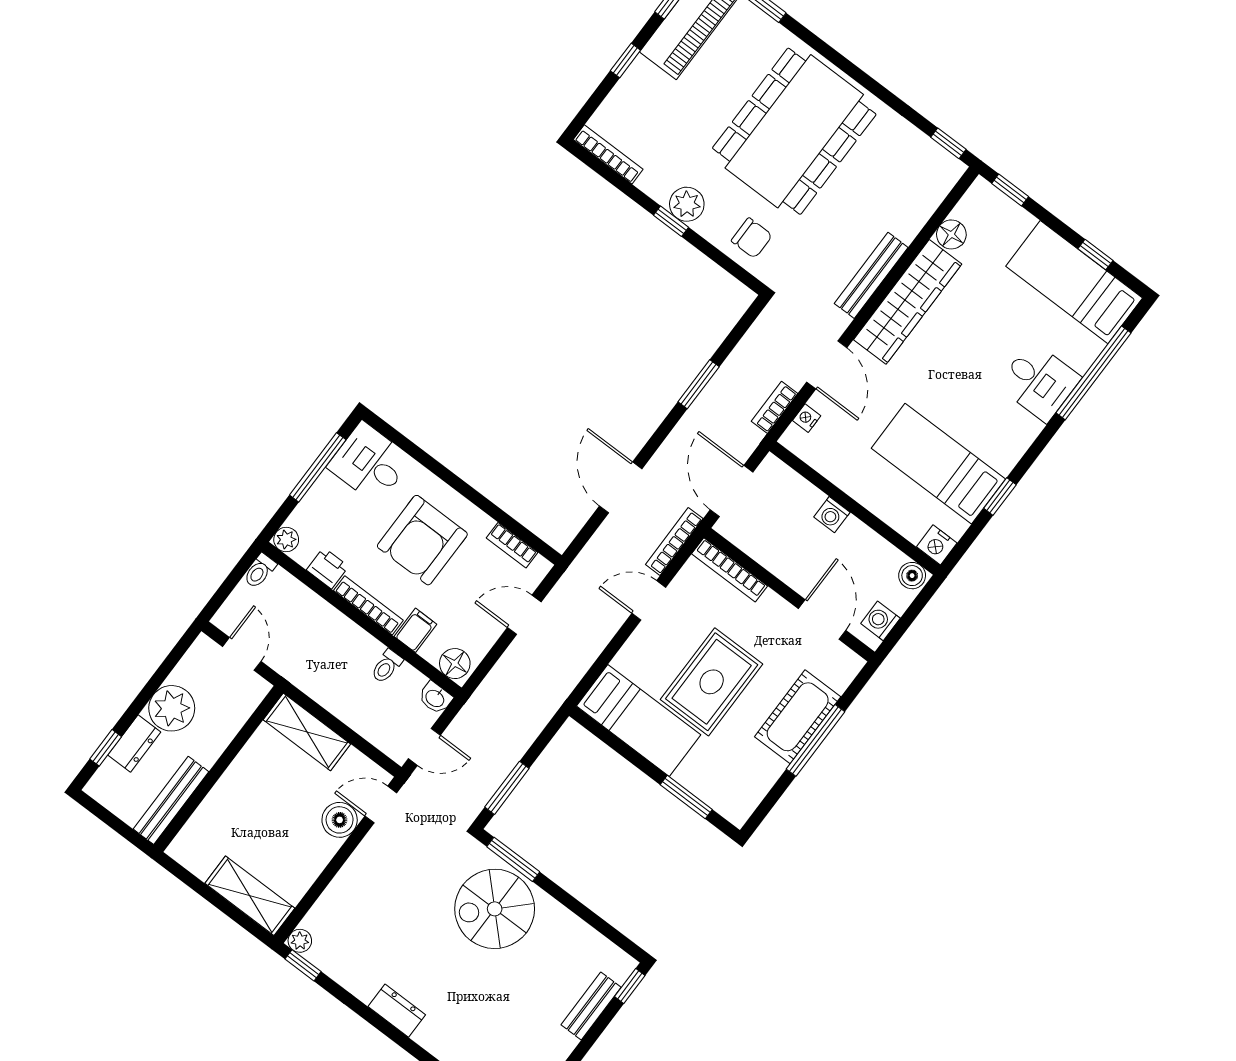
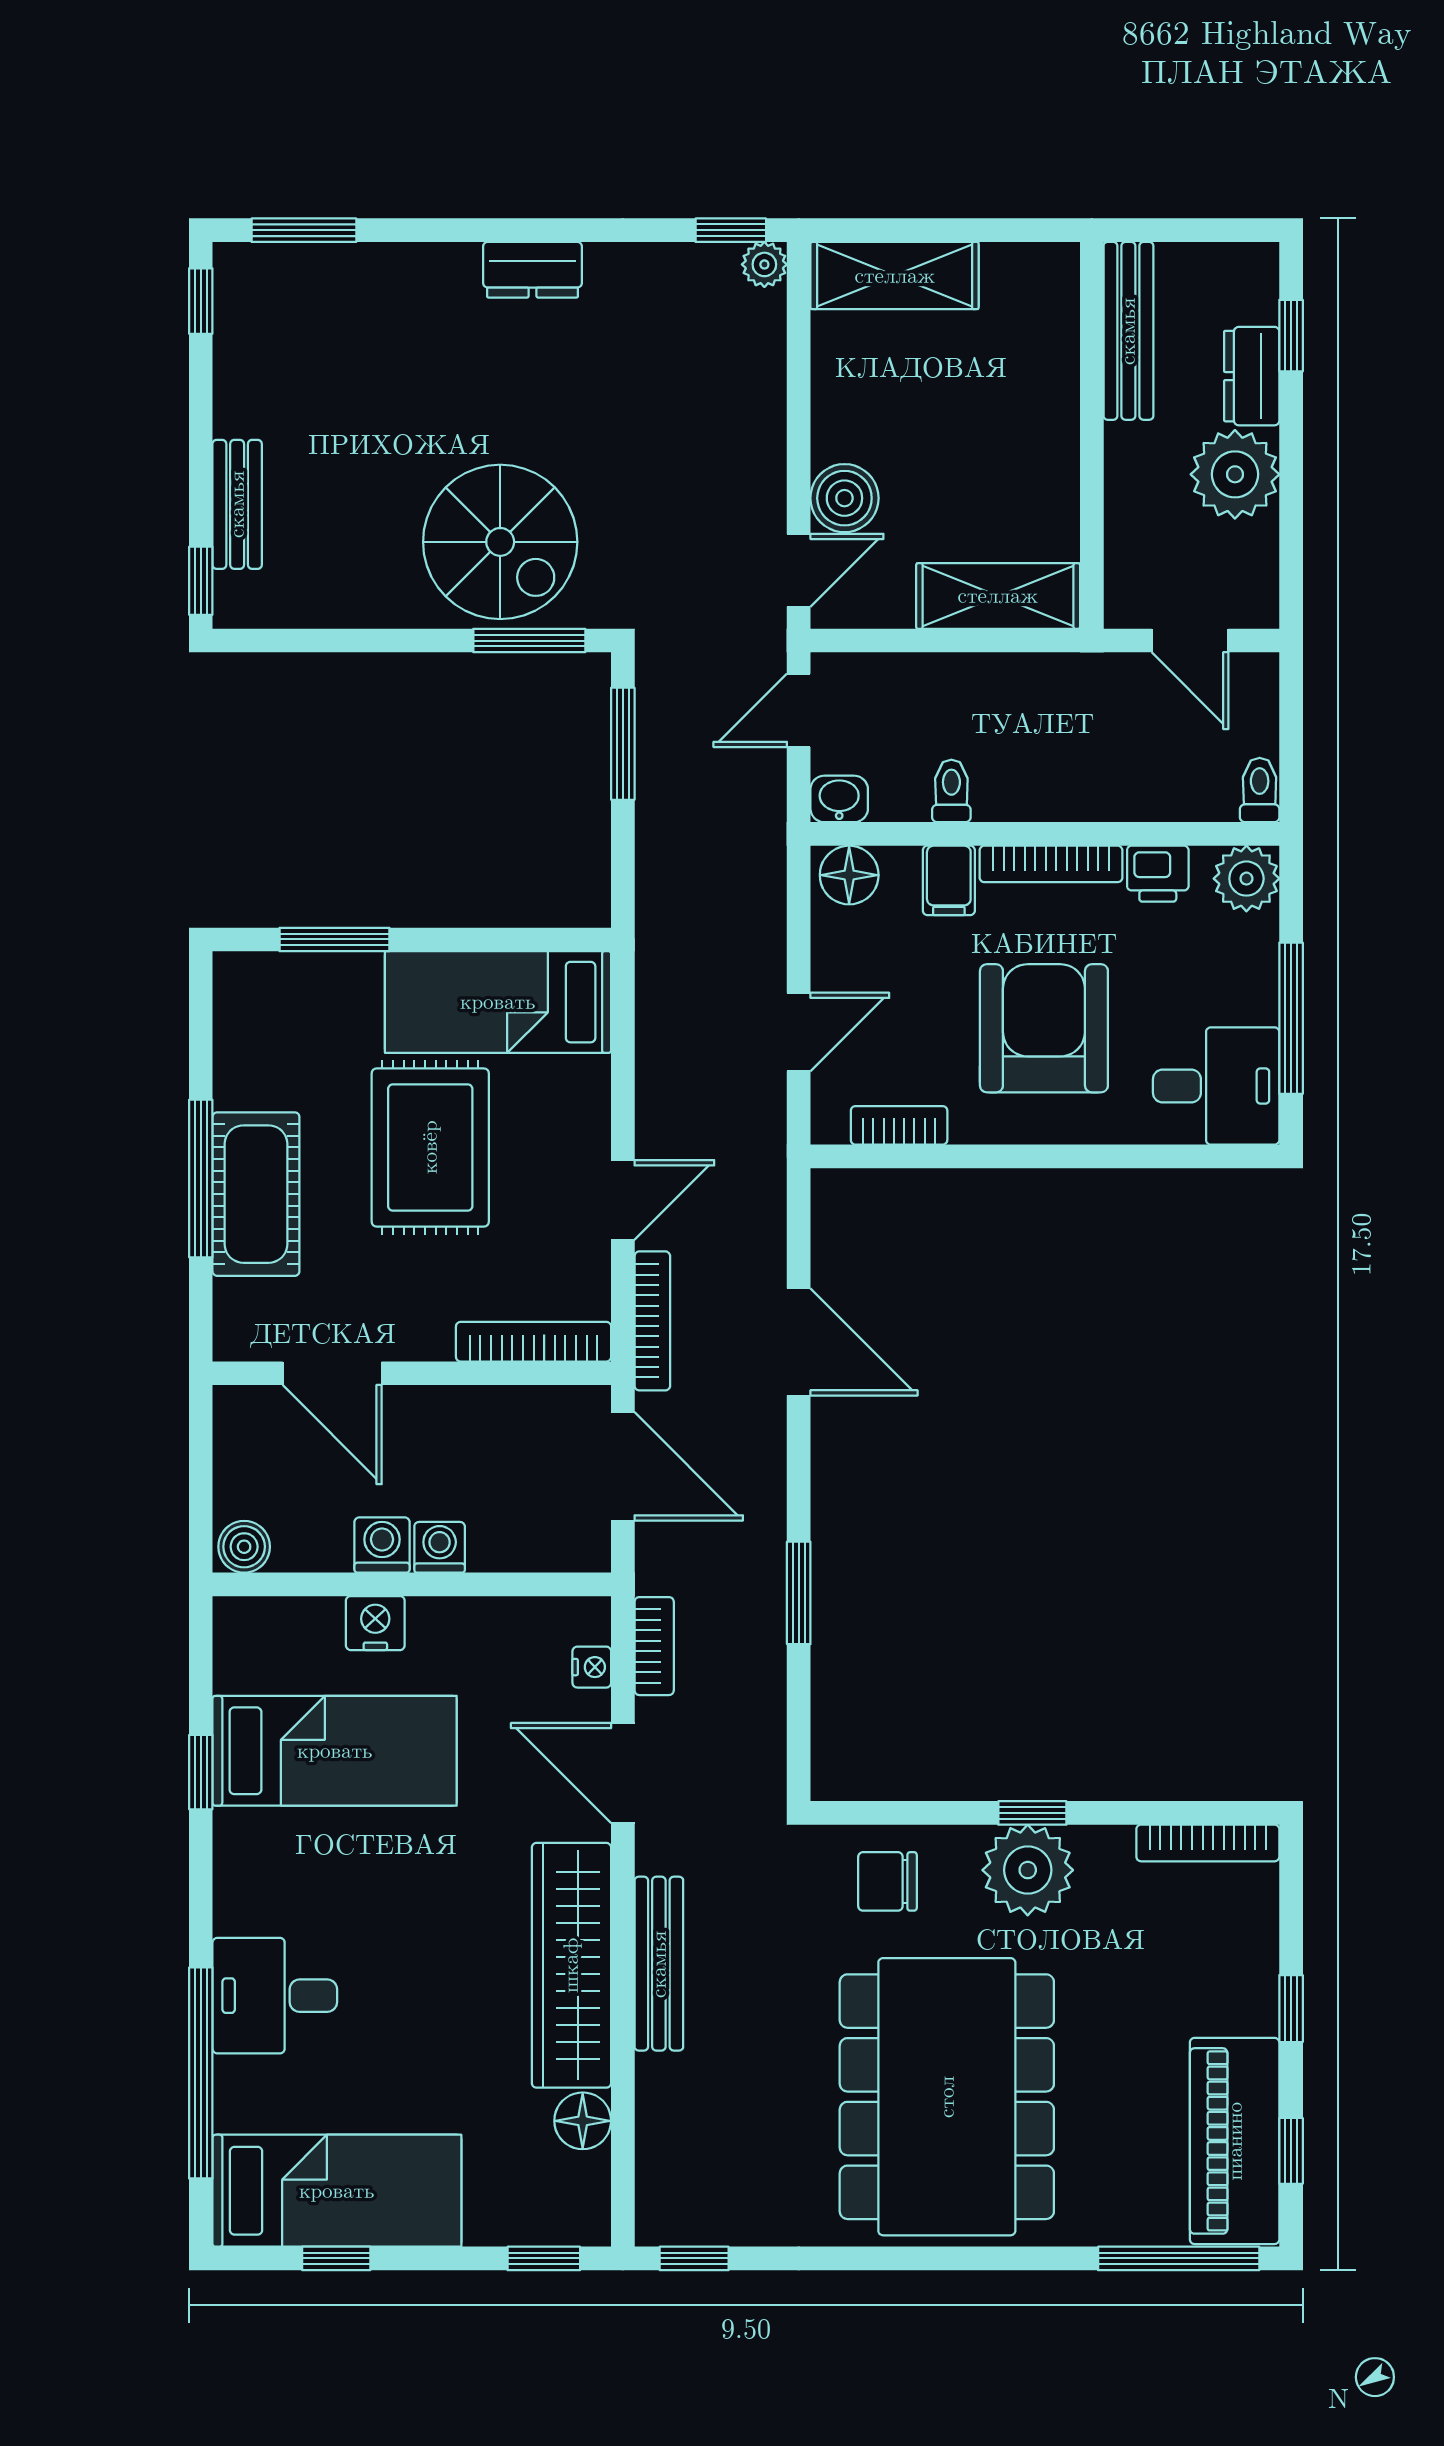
plant: (687, 204) -> (1028, 1870), width x1.36, depth x1.36
plant: (286, 540) -> (1246, 879), width x1.38, depth x1.38
nightstand: (937, 545) -> (375, 1623), moved
washing machine: (880, 621) -> (382, 1545), moved, turned -90
spiral stairs: (495, 909) -> (500, 542), turned 90

